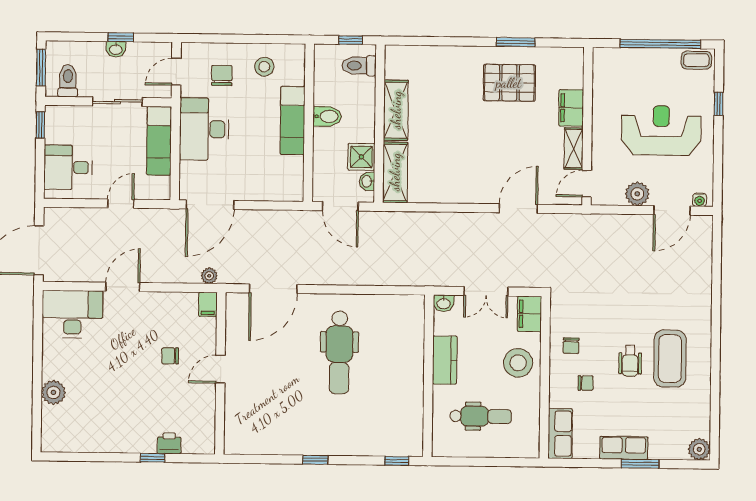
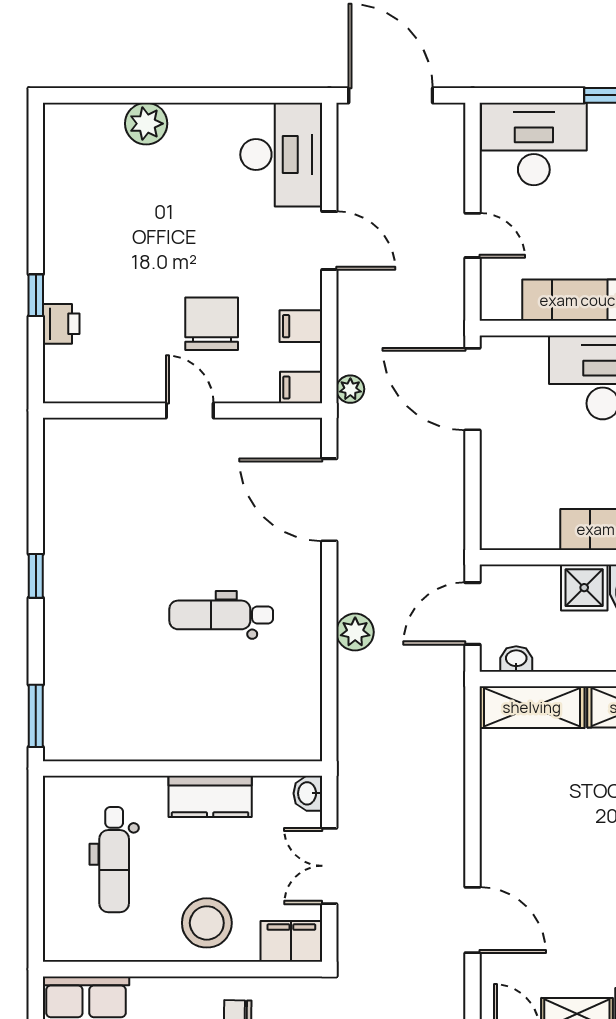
shower: (361, 157) -> (584, 588), moved
desk: (68, 167) -> (534, 144), width x1.37
plant: (350, 275) -> (355, 632), added
filing cabinet: (172, 304) -> (301, 326), added
dental chair: (339, 352) -> (221, 615), width x0.73, depth x0.72
chair: (170, 356) -> (212, 324), width x1.87, depth x1.87
window: (397, 461) -> (36, 716), width x1.50

